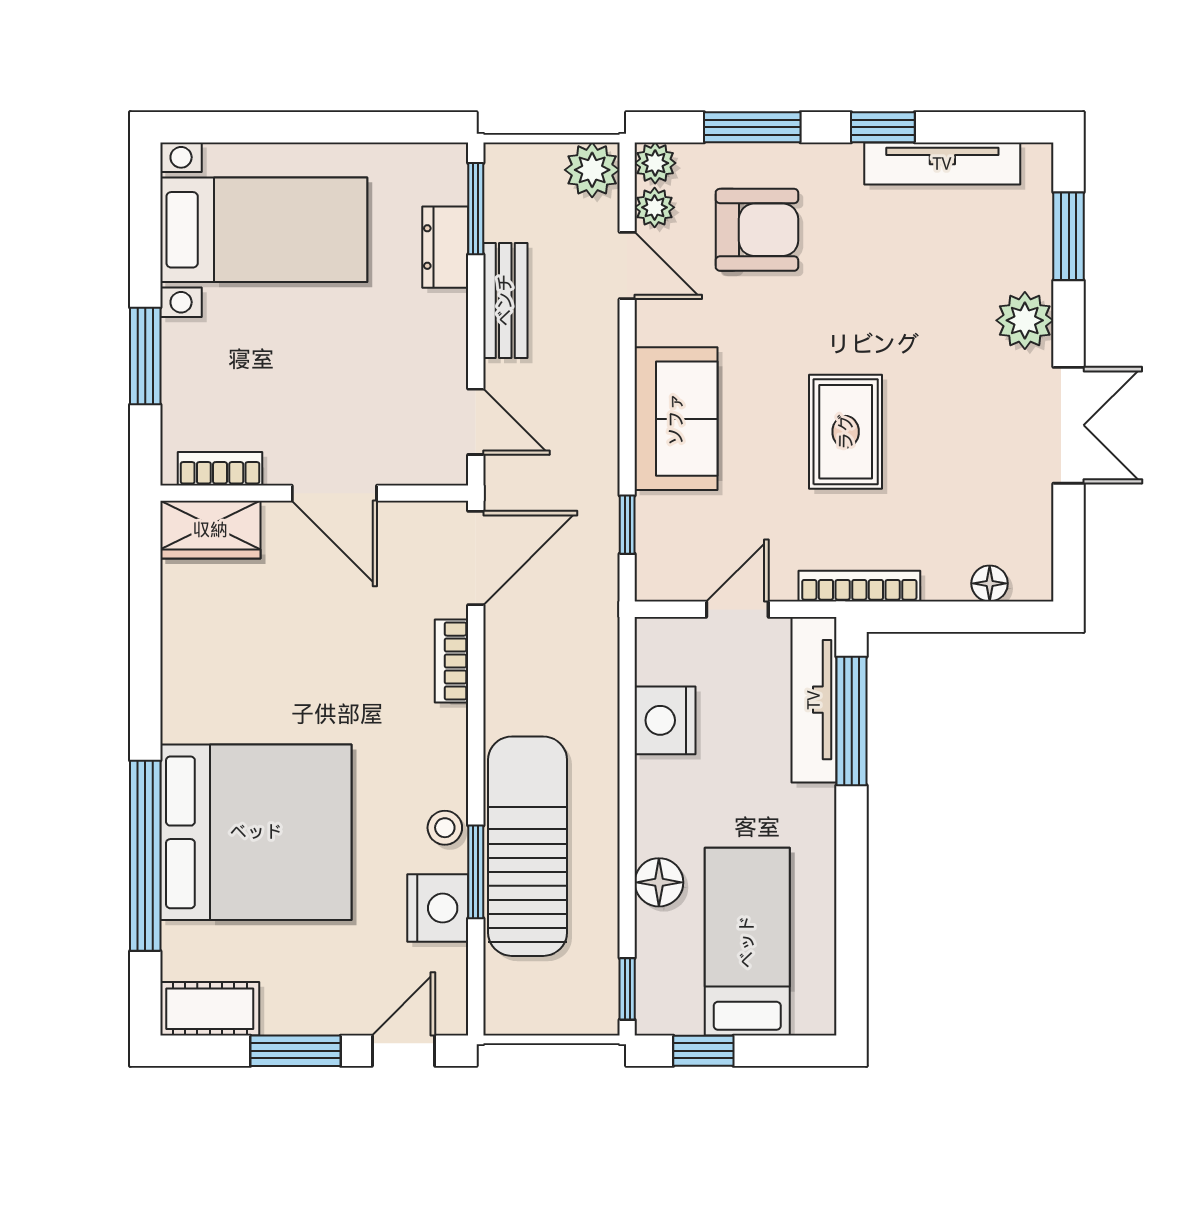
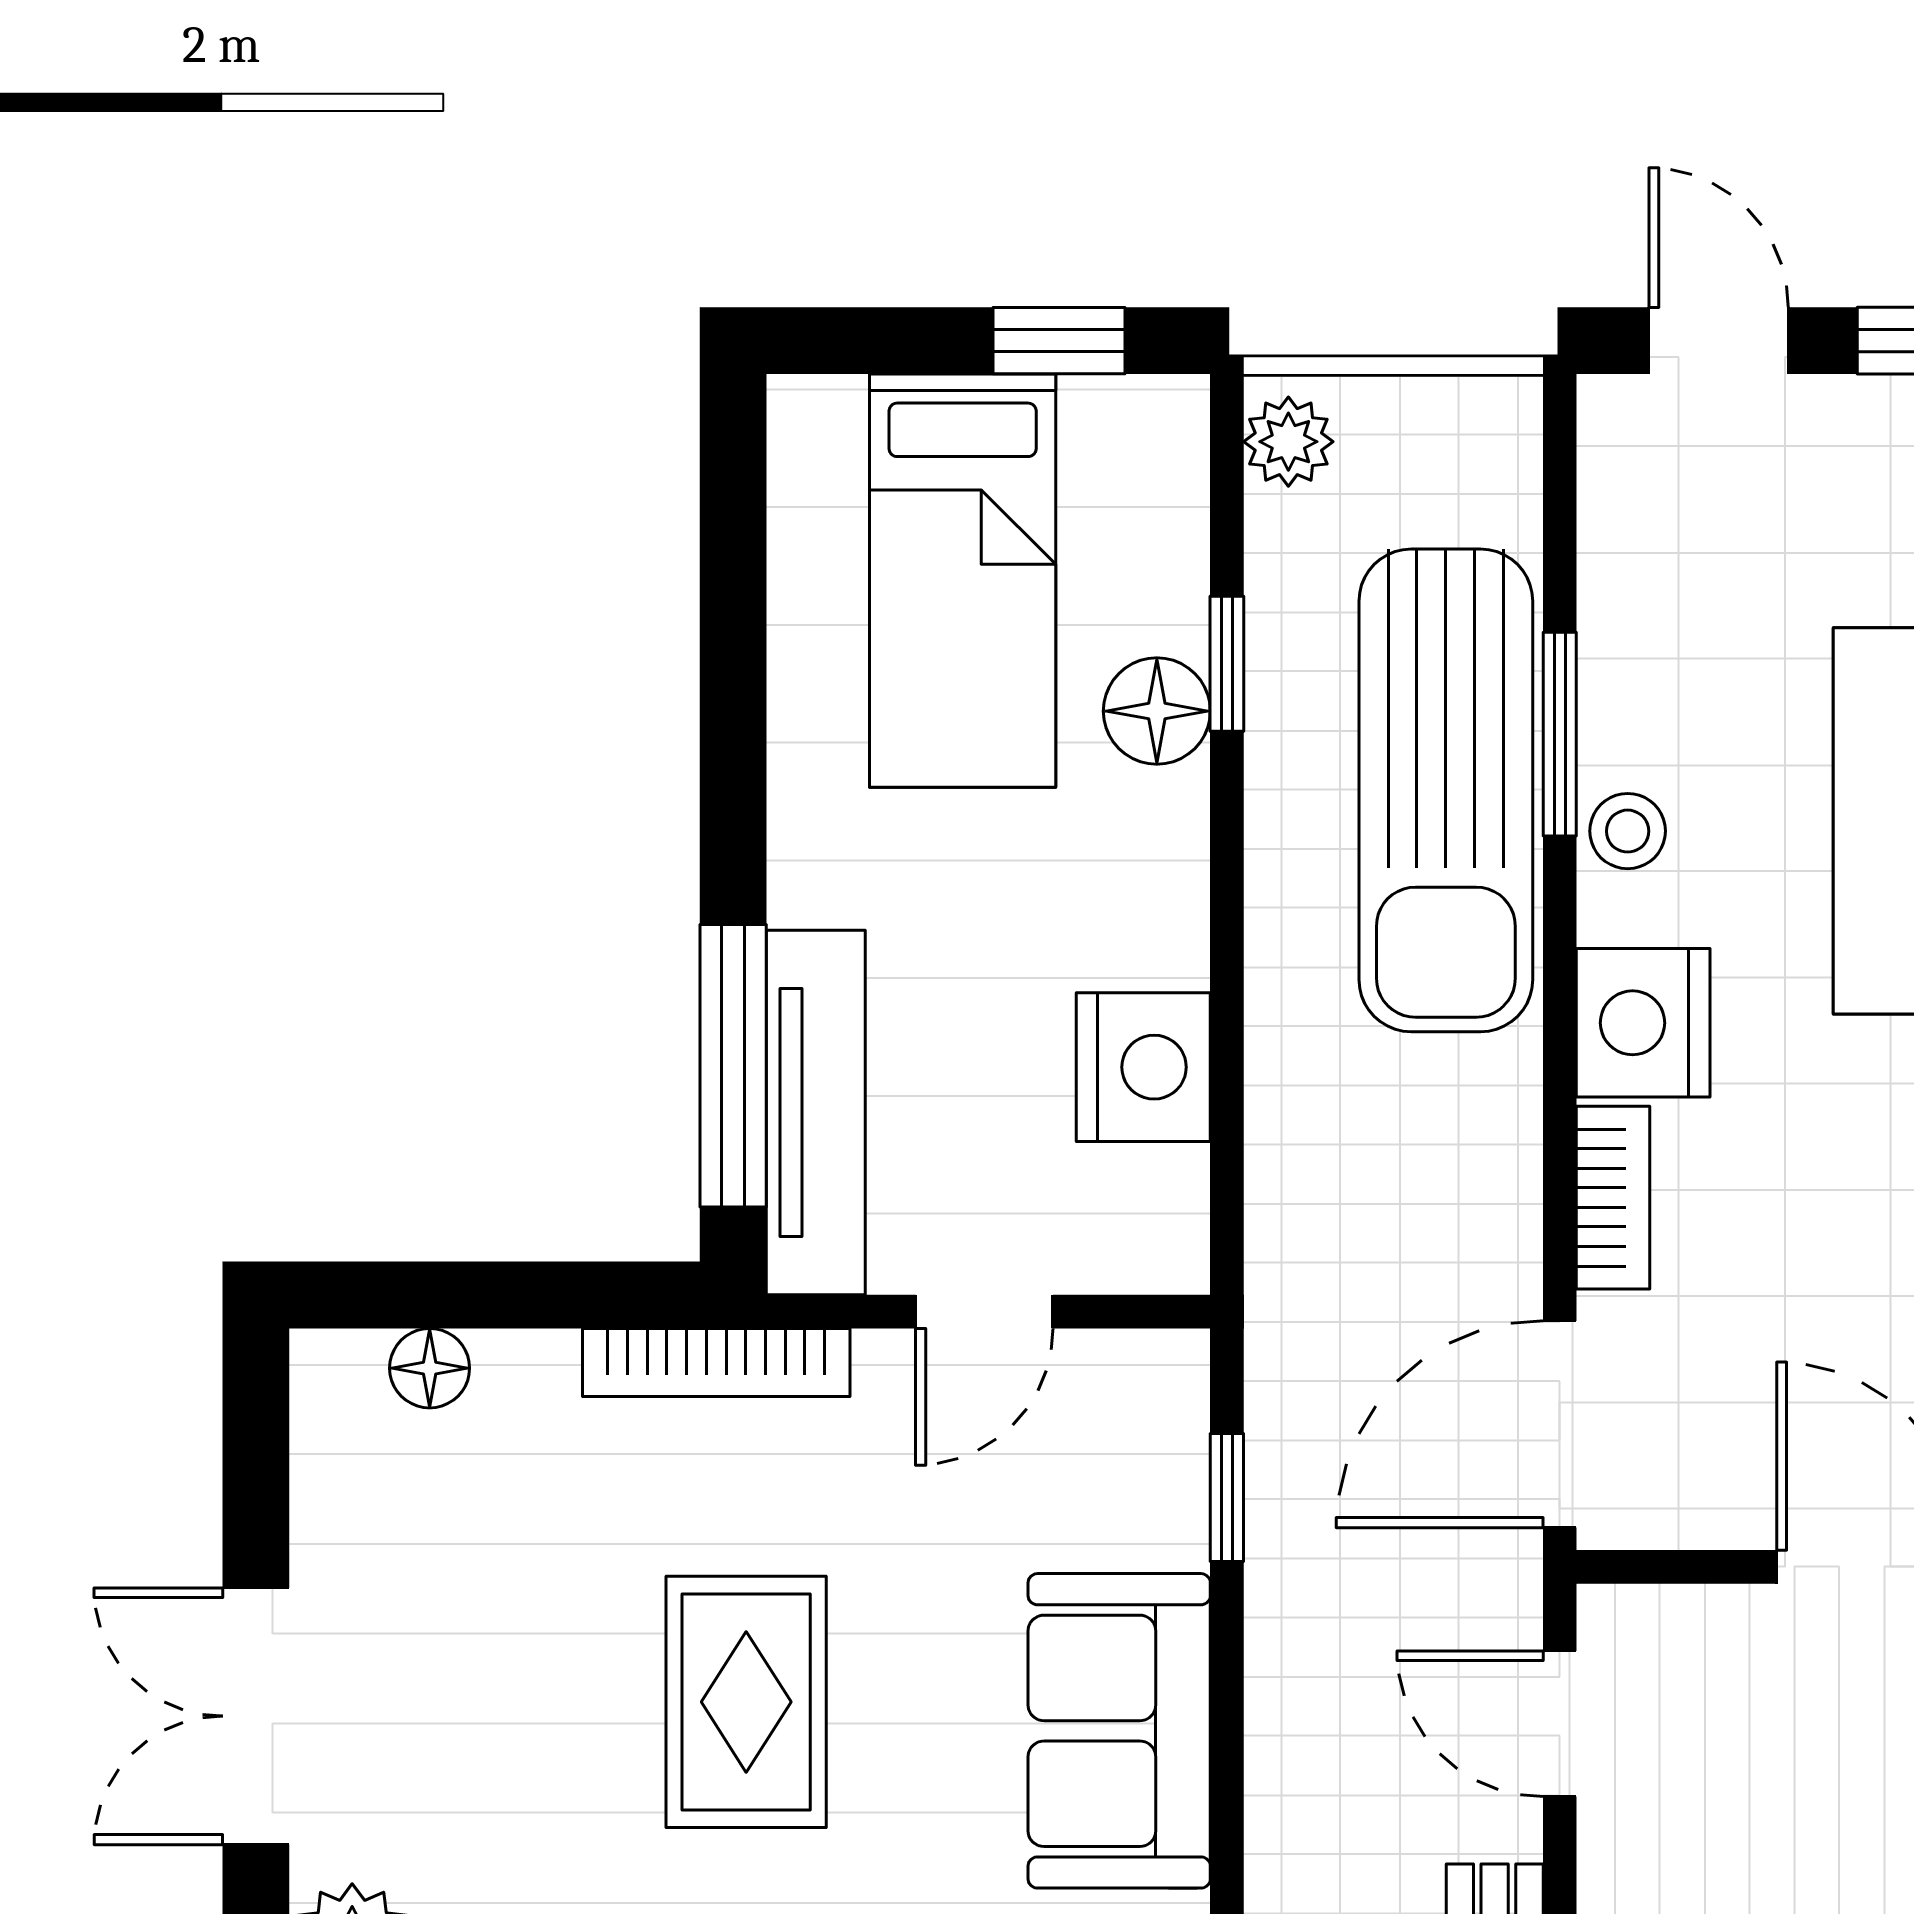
nightstand: (438, 908) -> (1643, 1023), moved
window: (627, 989) -> (1227, 664), moved
plant: (599, 1005) -> (1288, 442), added
door: (403, 1051) -> (1719, 341), swing flipped

